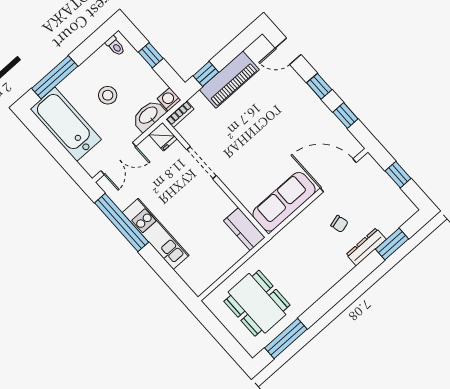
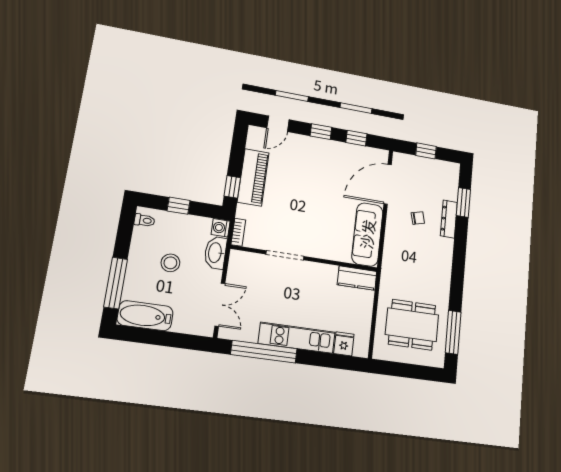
bathtub: (66, 124) -> (145, 316), width x0.73, depth x0.73
fridge: (163, 137) -> (344, 344), moved, turned -90

